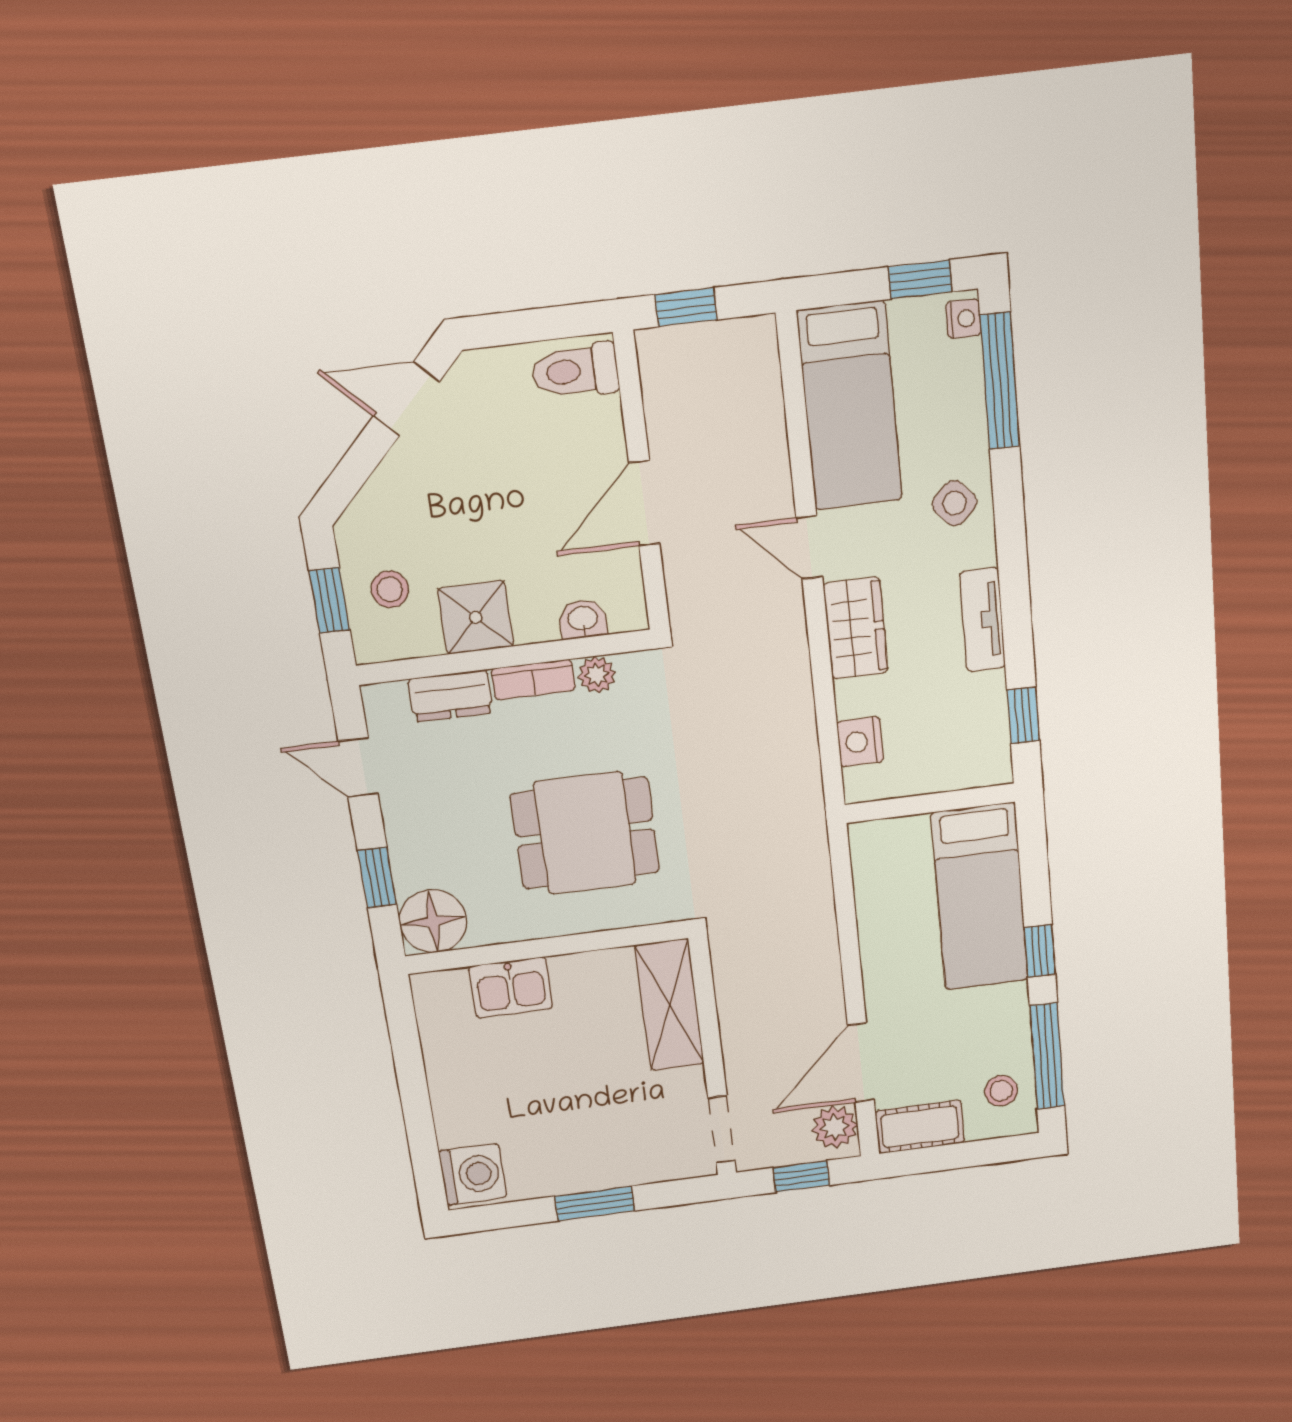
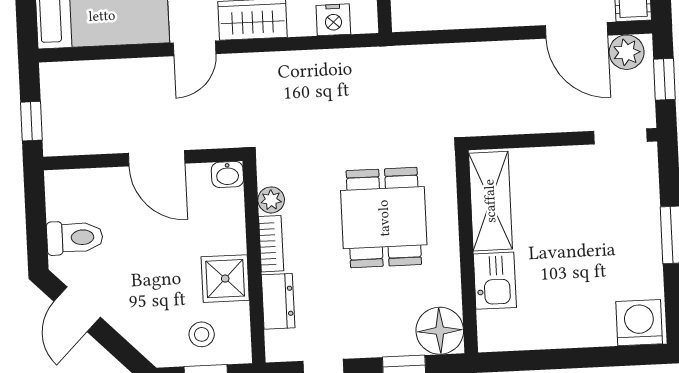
toilet: (575, 371) -> (75, 238), moved, turned -90
washbasin: (583, 619) -> (227, 174), moved, turned -90
shelving: (670, 1005) -> (490, 201), moved, turned 90

